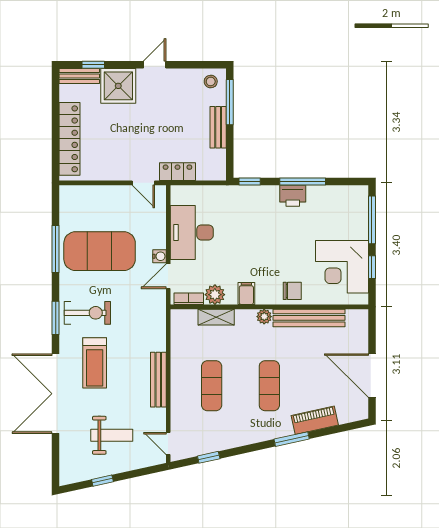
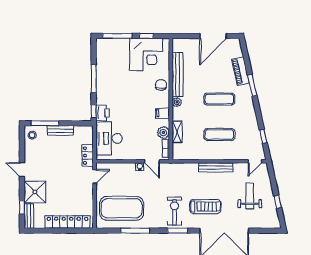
printer: (293, 196) -> (102, 113), moved
desk: (192, 232) -> (109, 138), moved, turned 90
exercise mat: (100, 251) -> (122, 208), moved, turned 90

